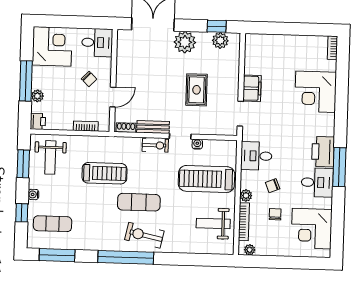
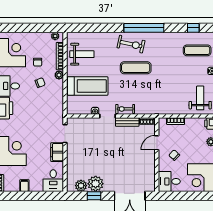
window: (217, 26) -> (94, 196), moved
plant: (185, 42) -> (96, 184), moved
filing cabinet: (299, 43) -> (24, 186), added
rug: (197, 90) -> (97, 150), removed
desk: (256, 156) -> (53, 181), moved, turned 90
treadmill: (104, 173) -> (161, 88), removed
window: (57, 255) -> (193, 28), width x0.46

